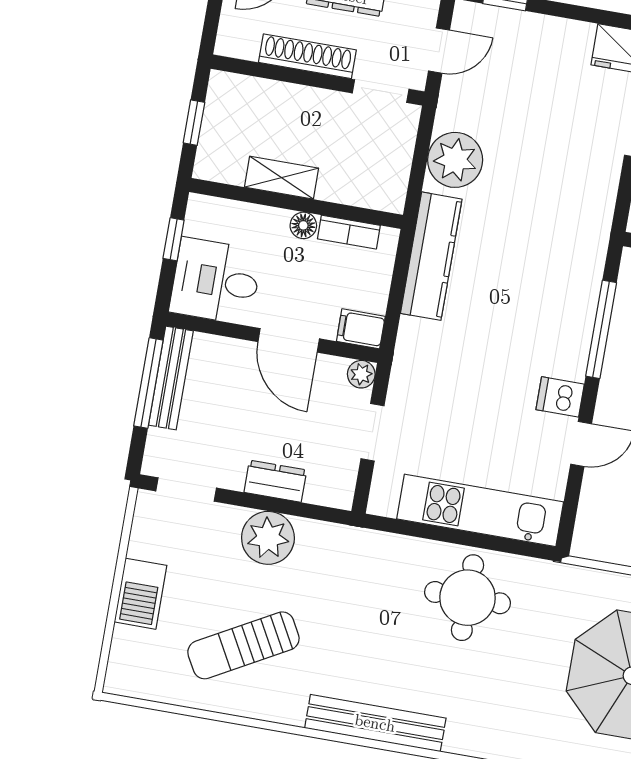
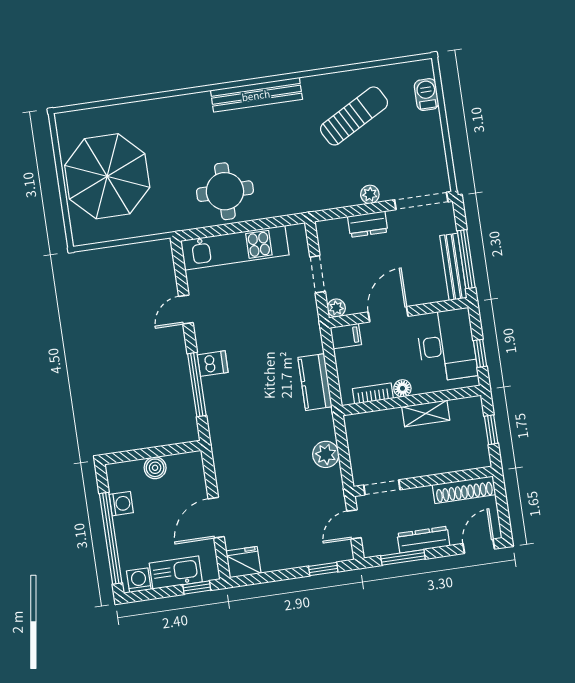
shoe rack: (307, 56) -> (464, 490), moved
plant: (455, 160) -> (326, 454), width x0.73, depth x0.73
kitchen counter: (431, 256) -> (315, 382), width x0.67
desk: (216, 281) -> (447, 345), width x1.37
door: (289, 340) -> (388, 314), hinge flipped
dishwasher: (560, 397) -> (213, 364), moved
doorway: (186, 489) -> (421, 201), width x1.38
plant: (268, 538) -> (370, 194), width x0.53, depth x0.53
barbecue: (140, 594) -> (427, 95), moved, width x0.73, depth x0.79

